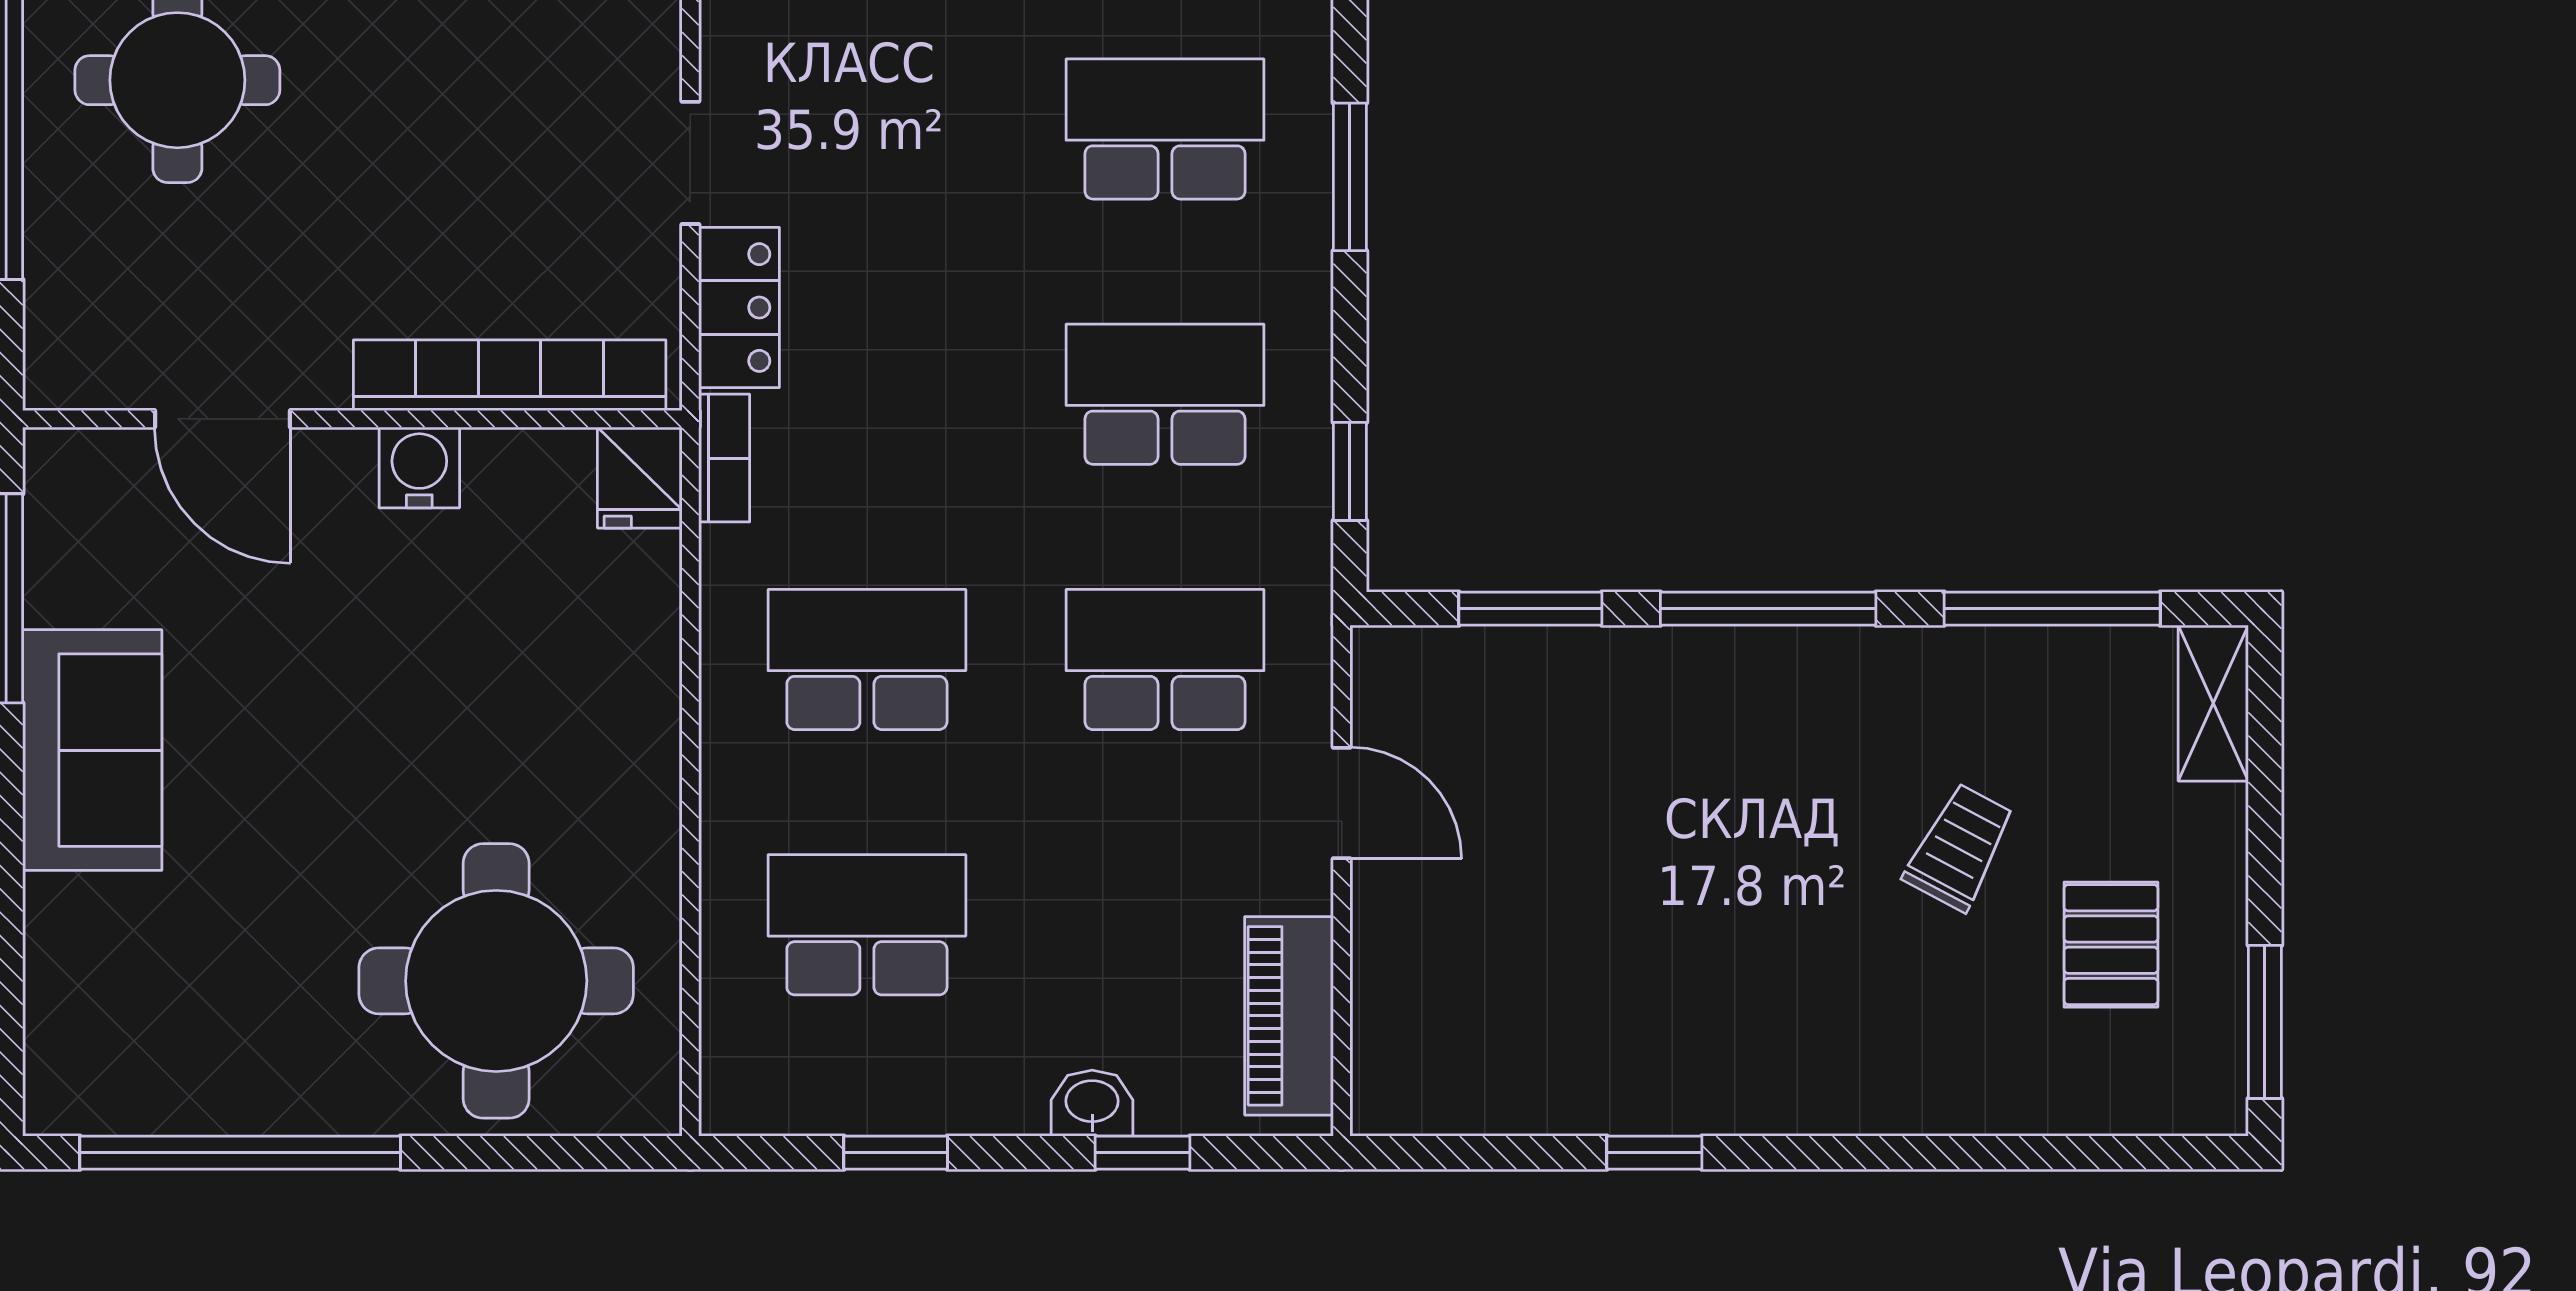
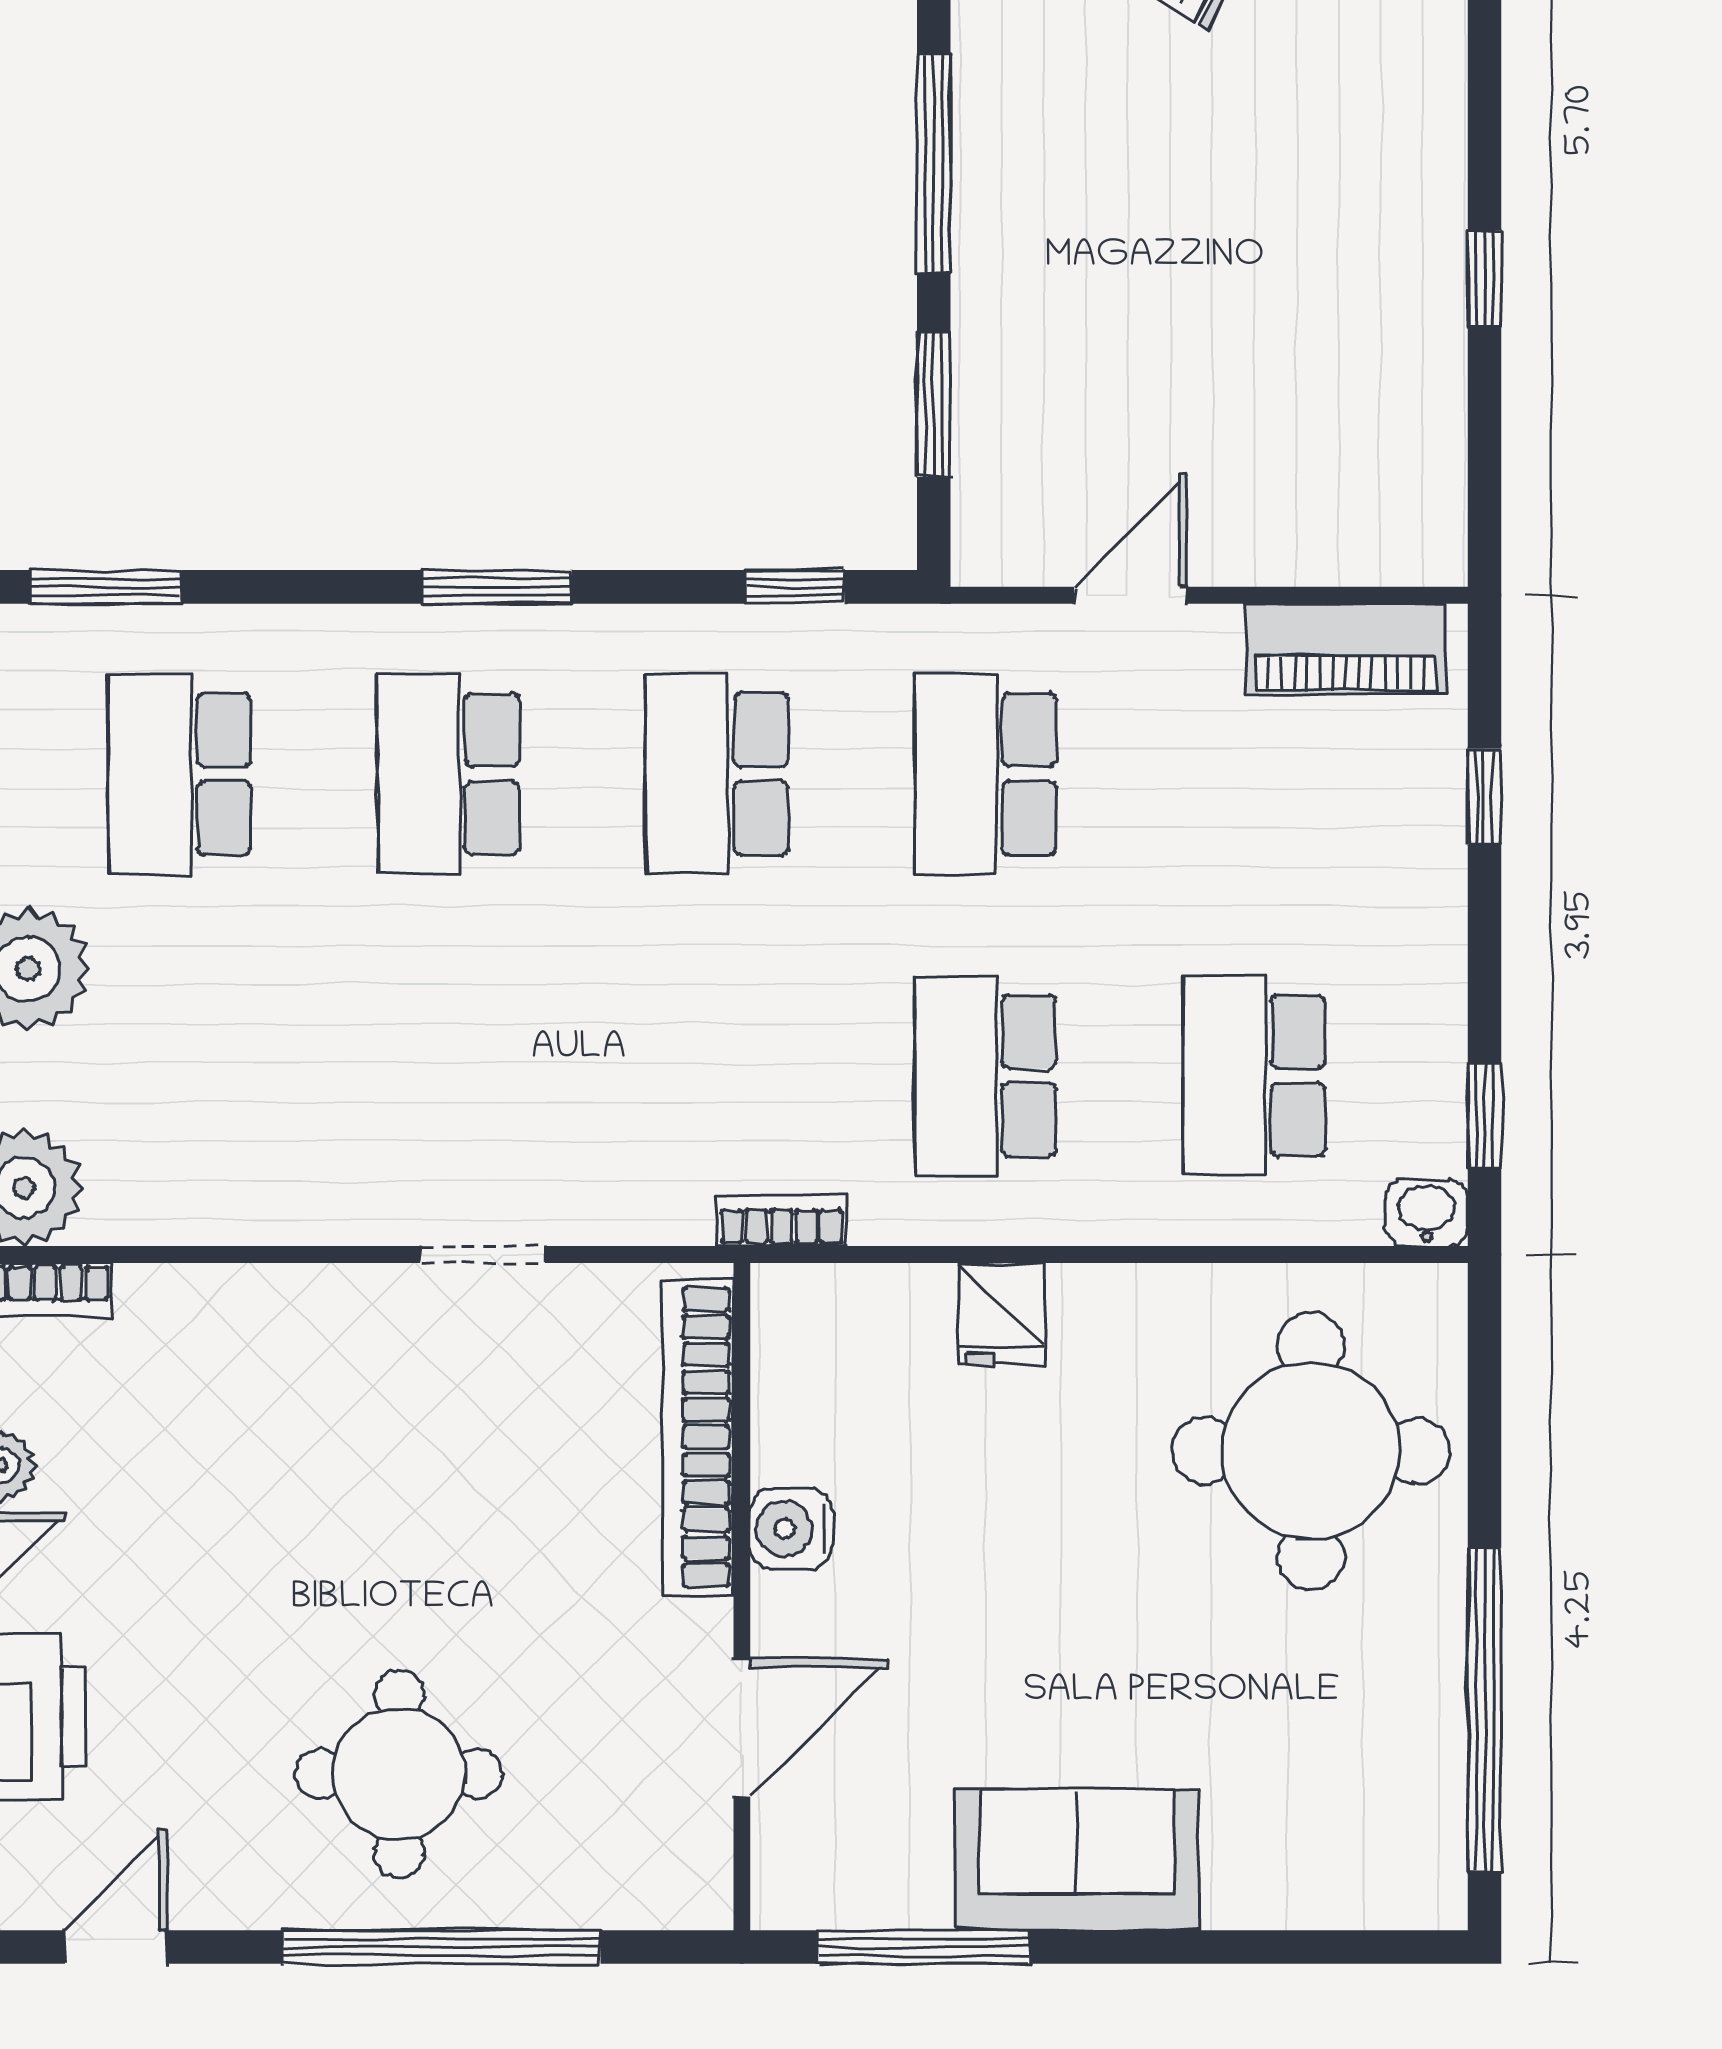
locker: (739, 308) -> (629, 1205), removed
fridge: (640, 478) -> (1001, 1314), moved, turned 90
washbasin: (1092, 1103) -> (1426, 1213), moved, turned 90
window: (896, 1153) -> (1484, 1116), moved

